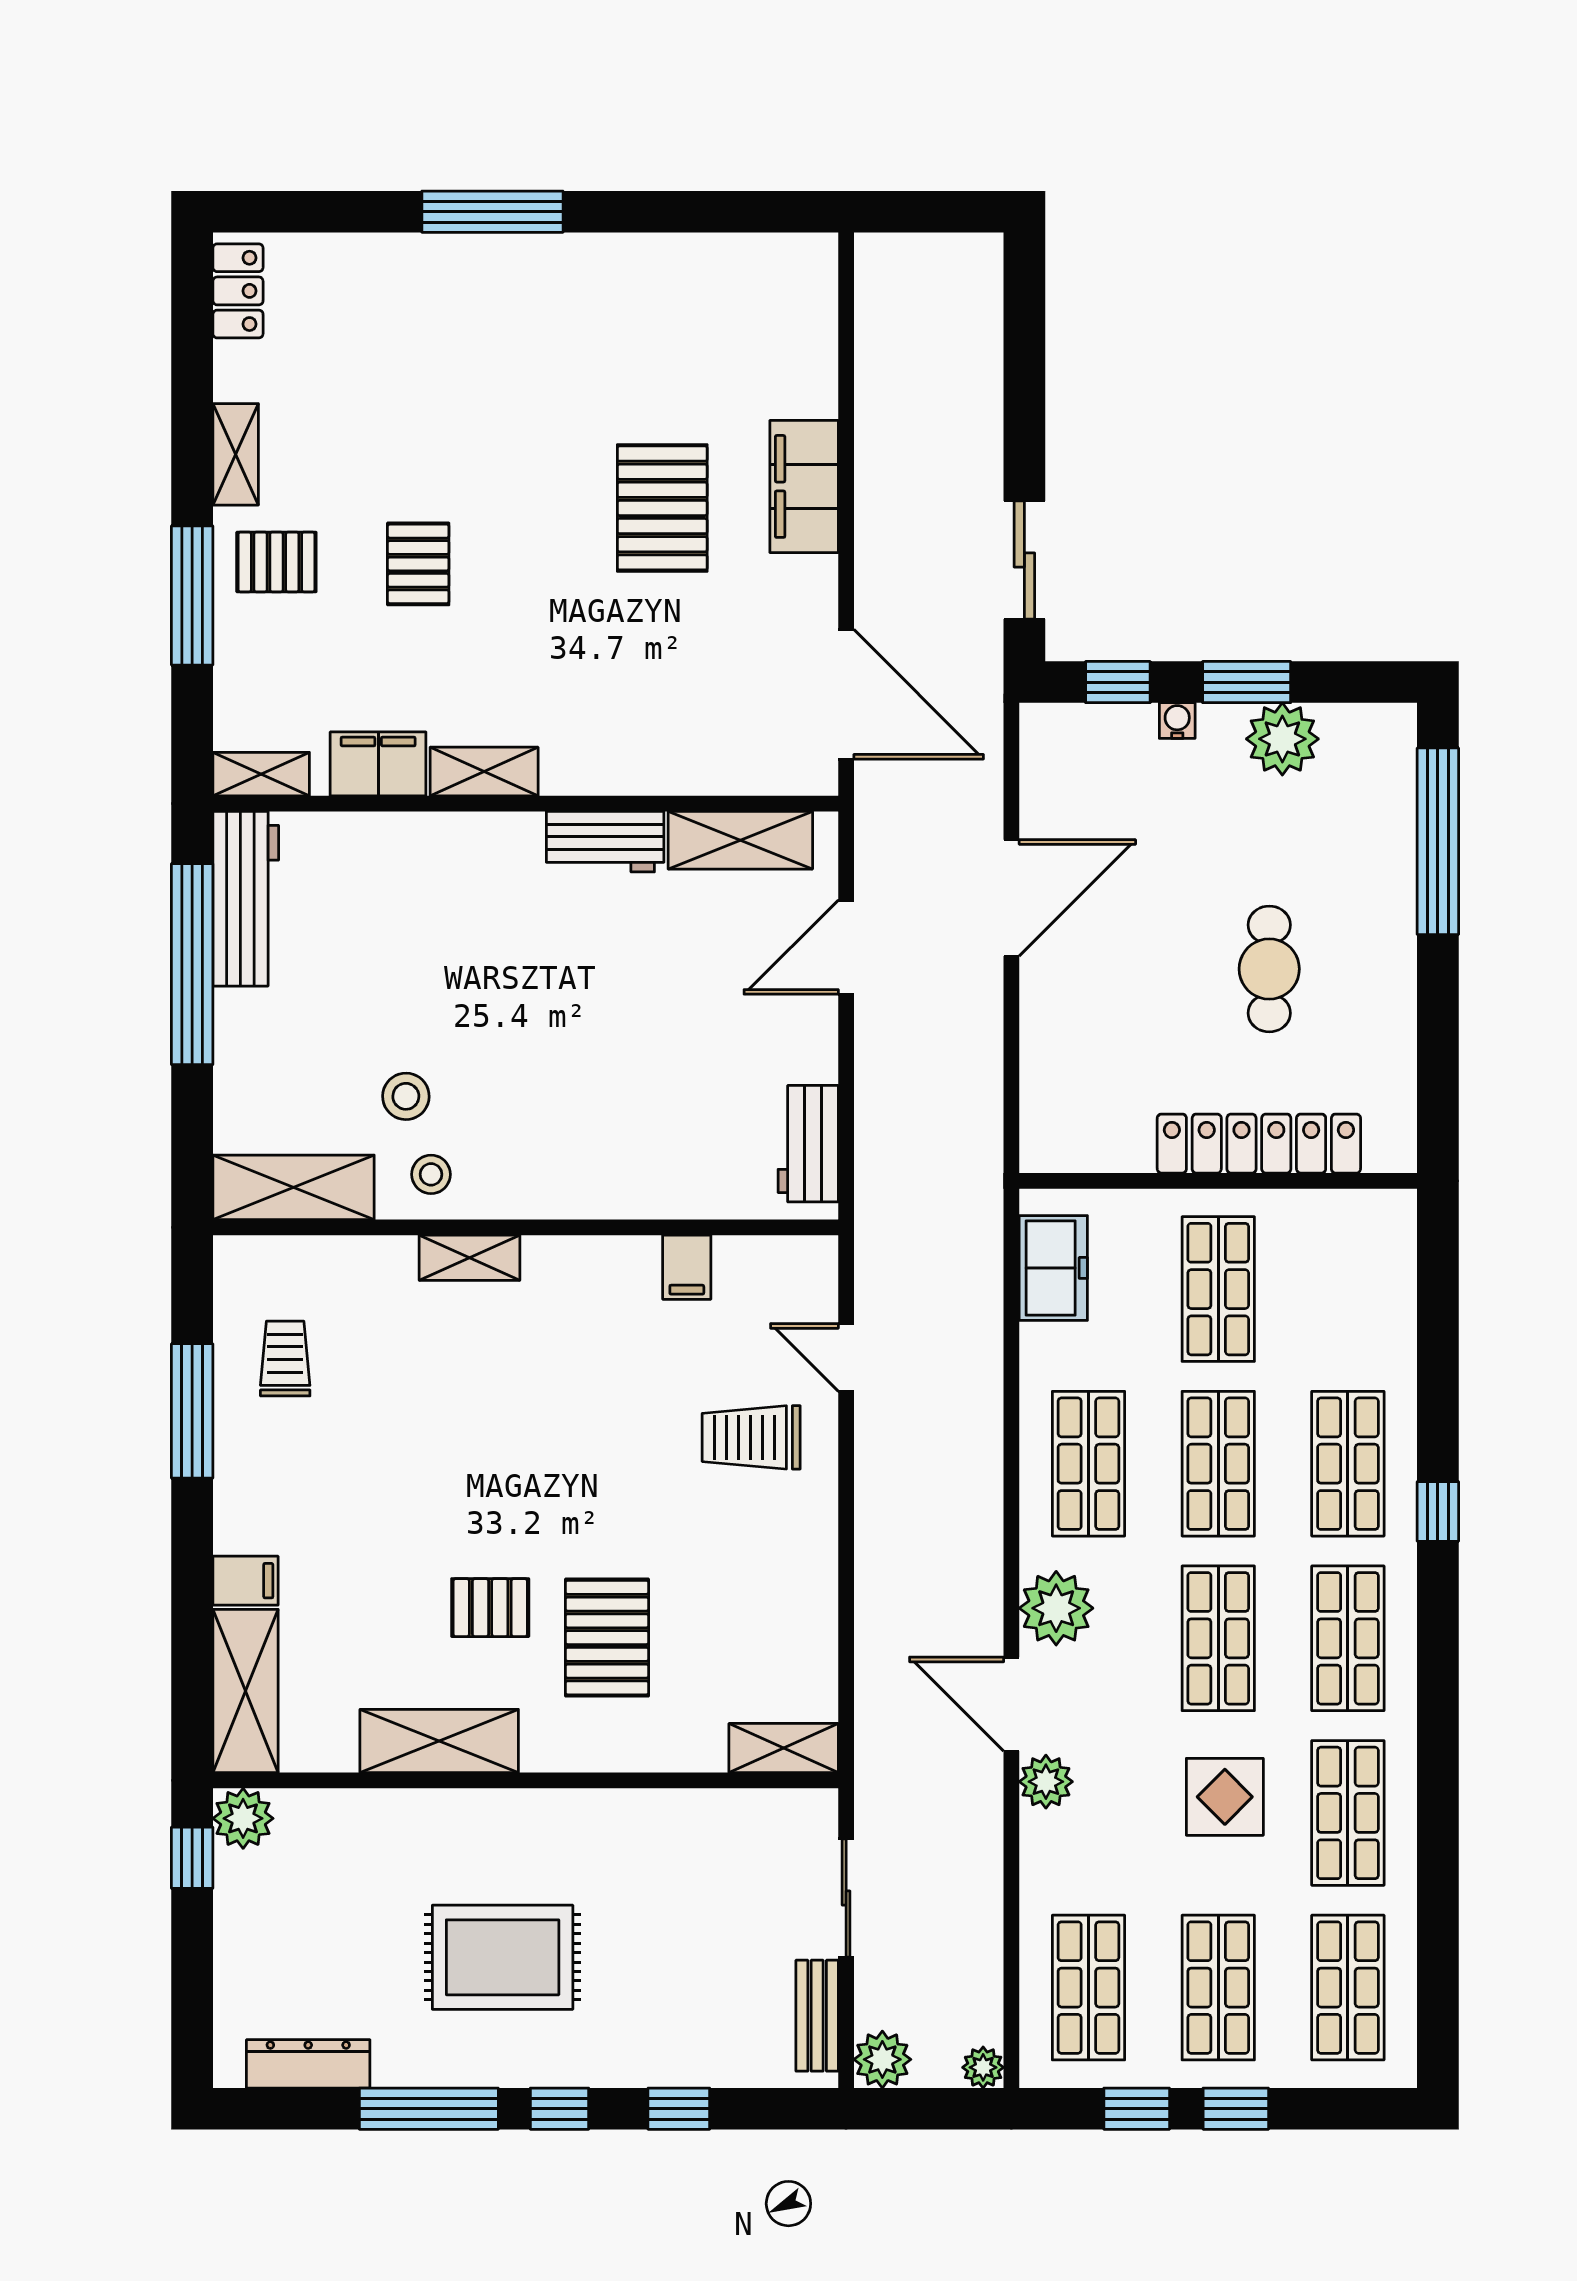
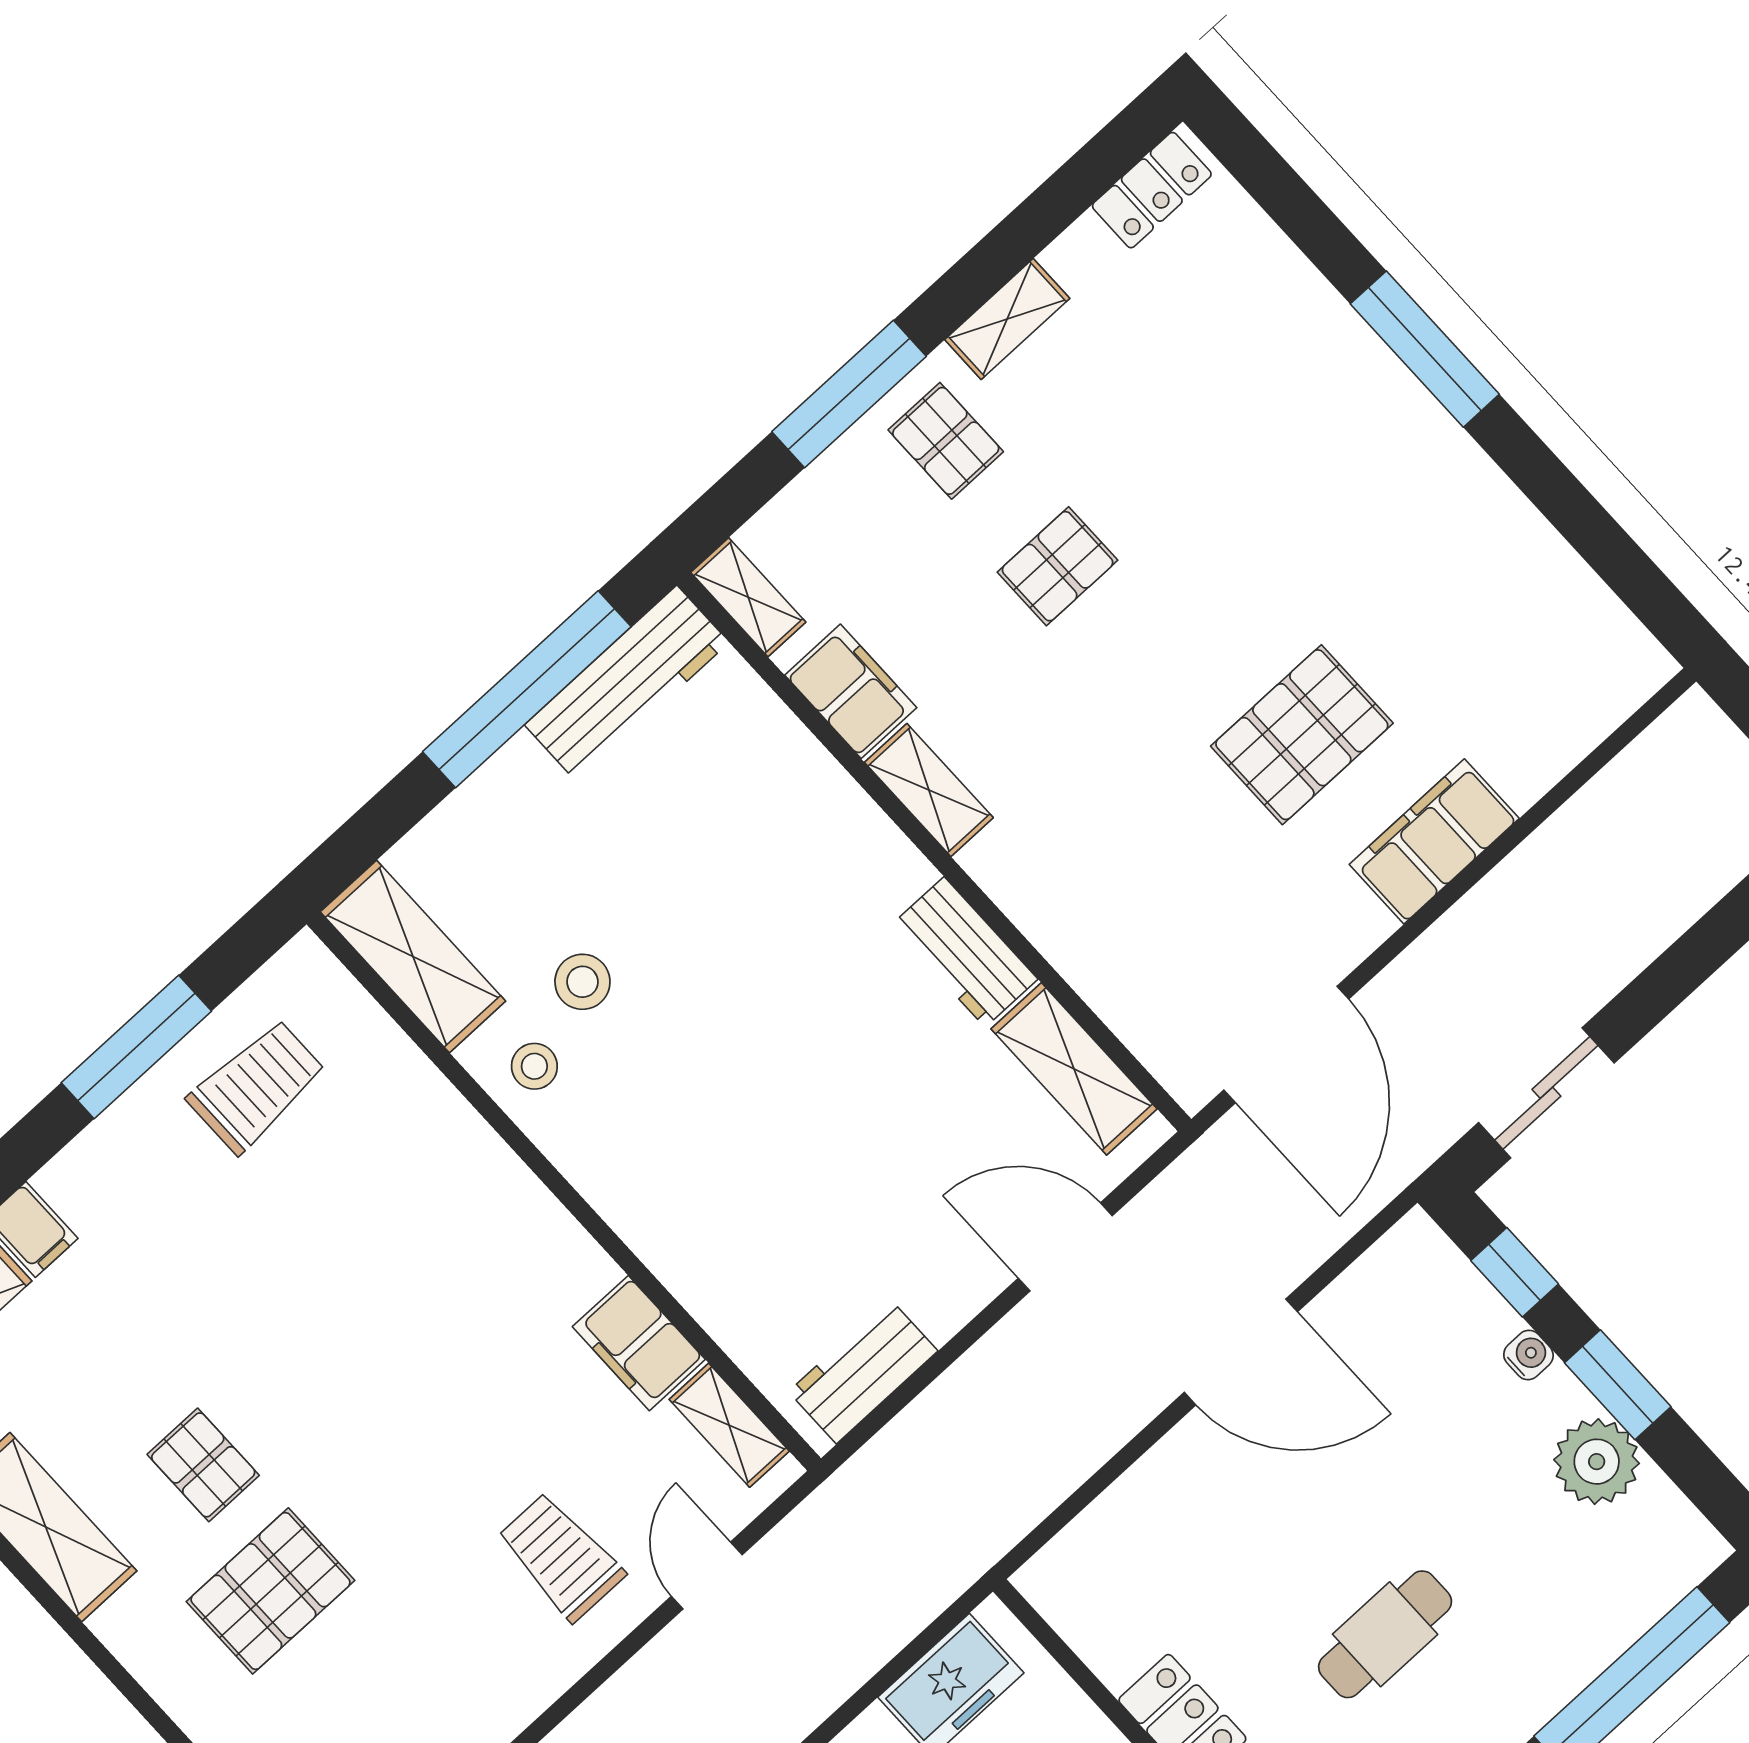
shelving: (470, 1258) -> (729, 1425), moved
filing cabinet: (687, 1267) -> (639, 1343), width x2.00
trolley: (285, 1359) -> (257, 1086), width x1.36, depth x1.39

